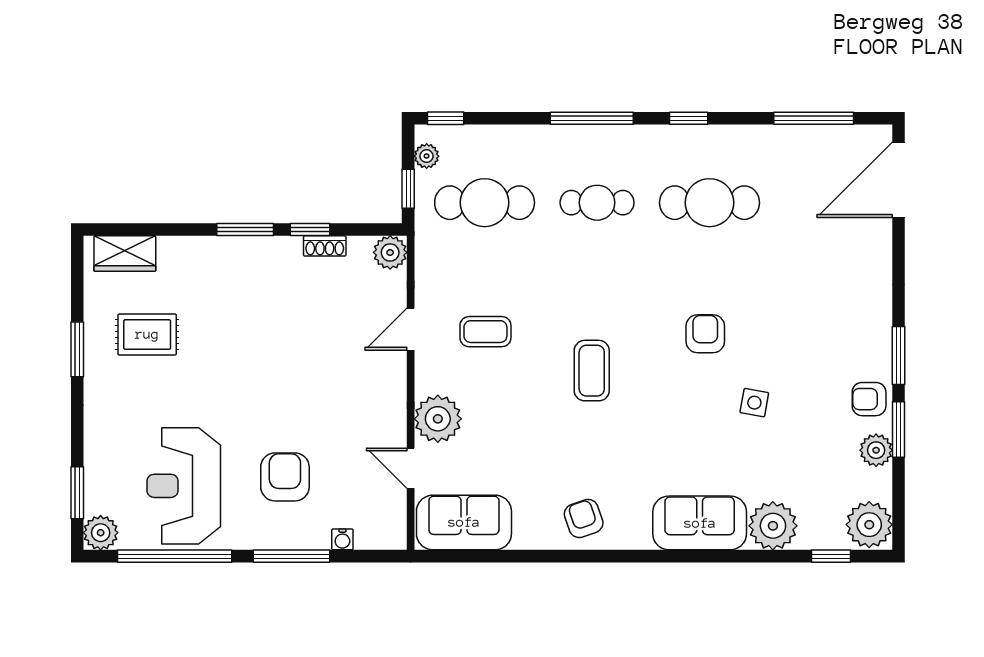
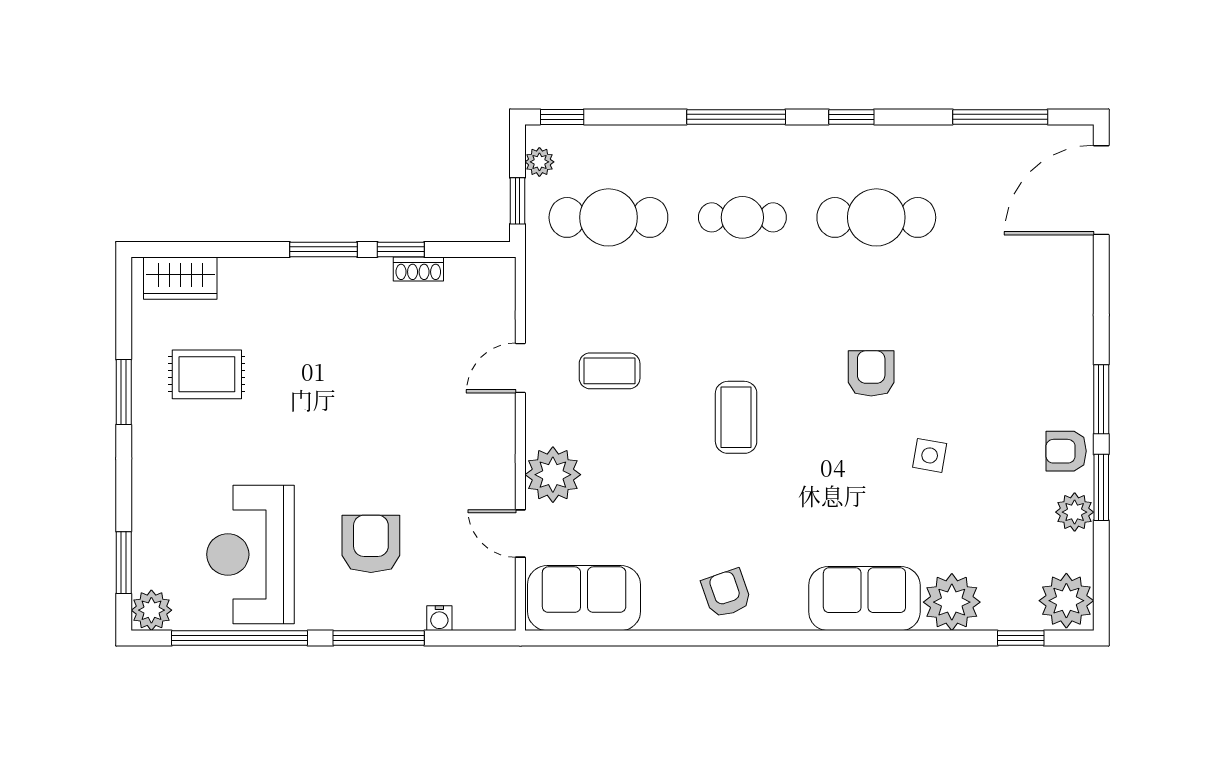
plant: (390, 252) -> (496, 277), removed

